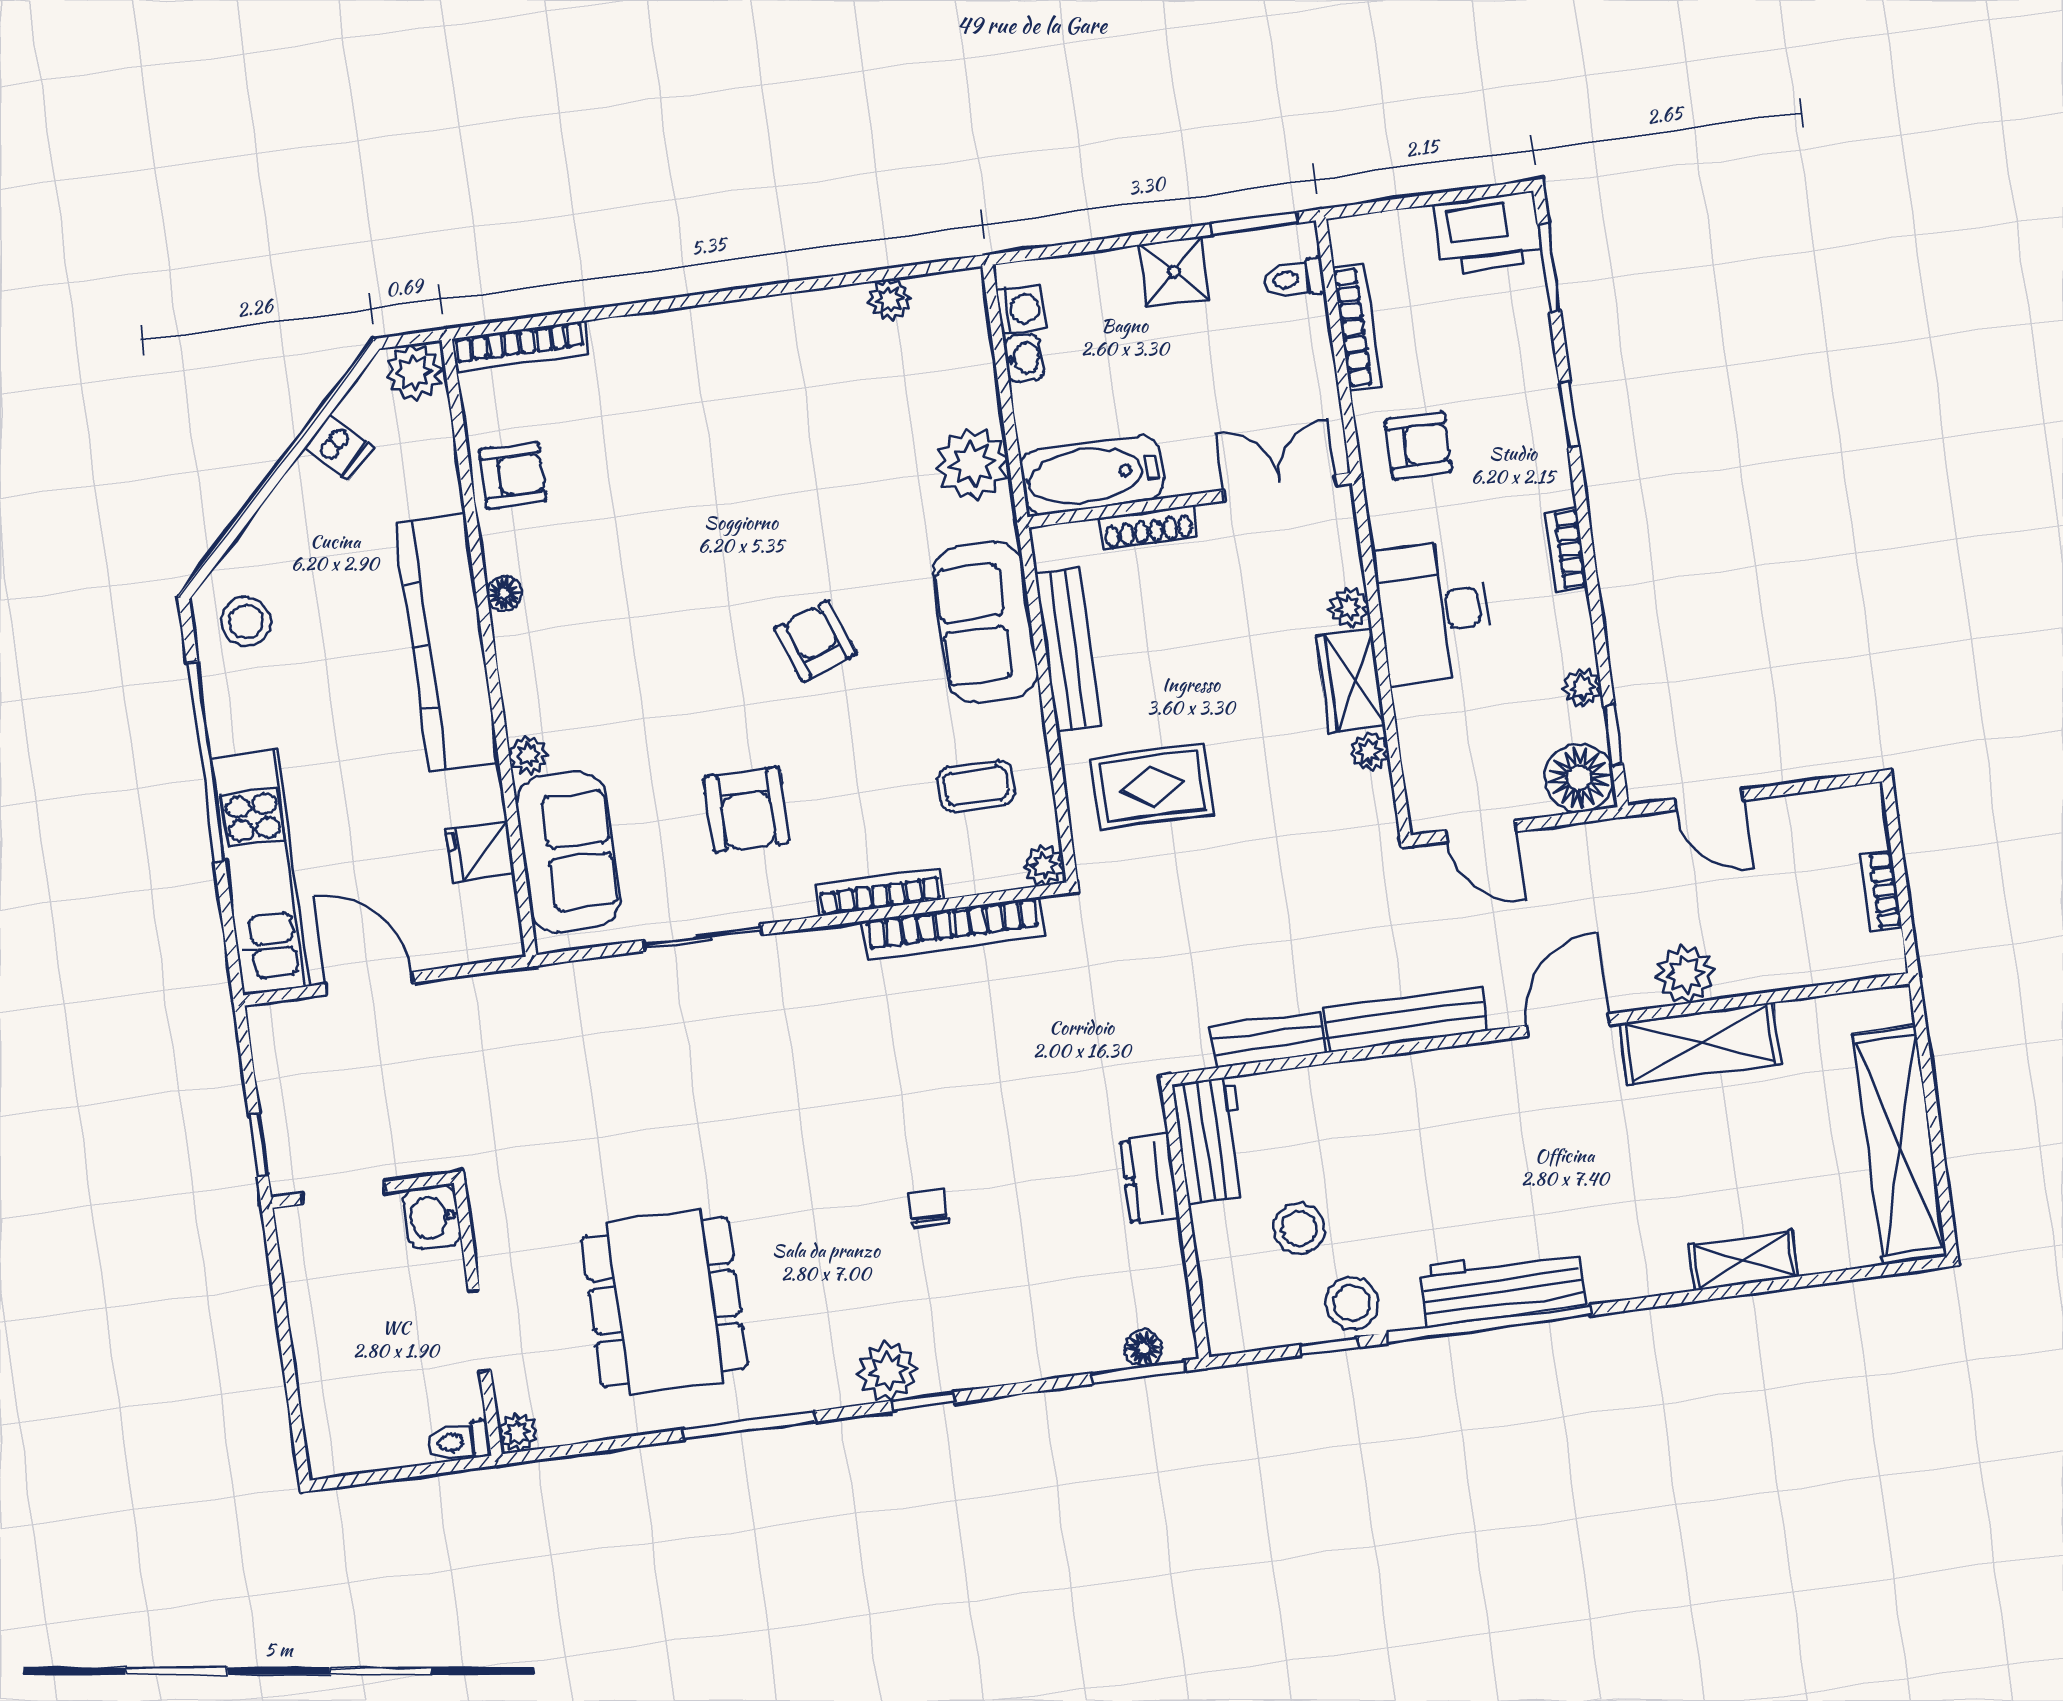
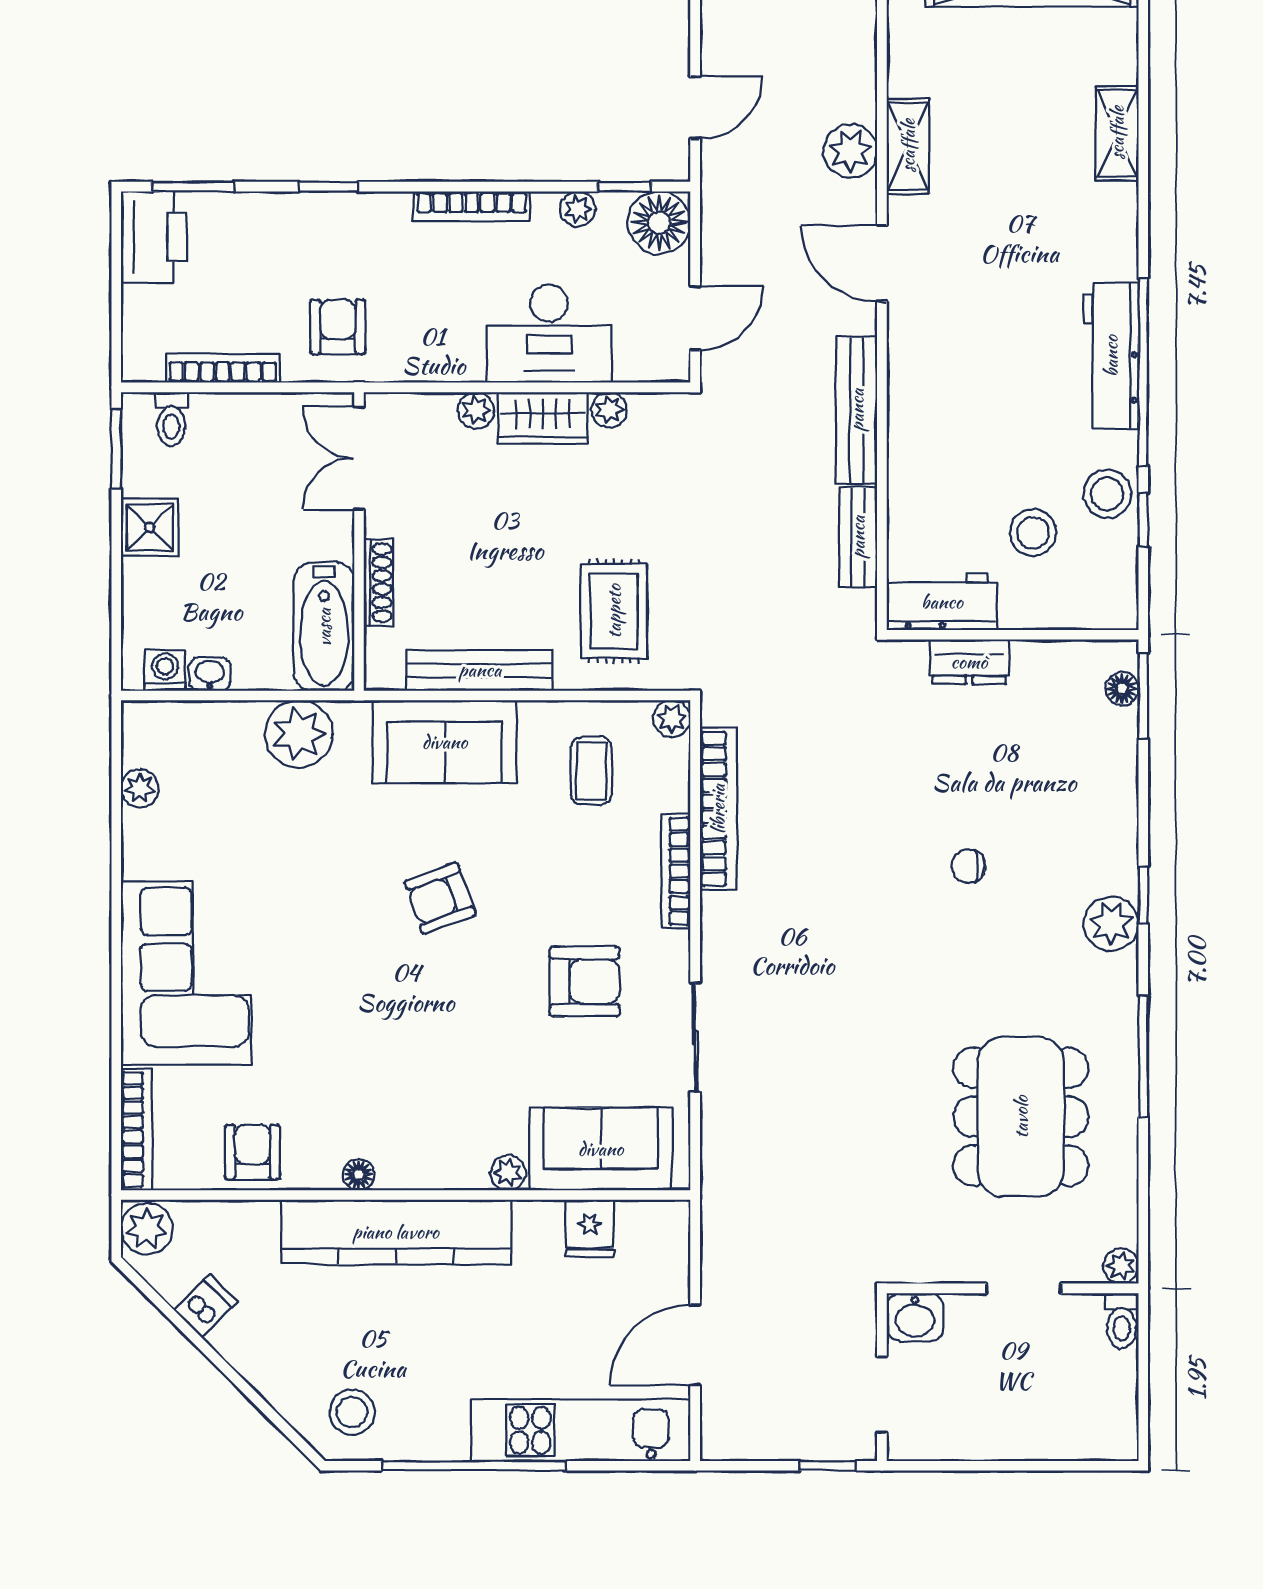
corner sofa: (697, 377) -> (186, 973), added
bookcase: (1566, 550) -> (472, 206), width x1.56
desk: (1434, 612) -> (549, 334), moved
shelving: (1700, 1044) -> (908, 146), width x0.67, depth x0.75
dining table: (665, 1302) -> (1021, 1117), turned 90

